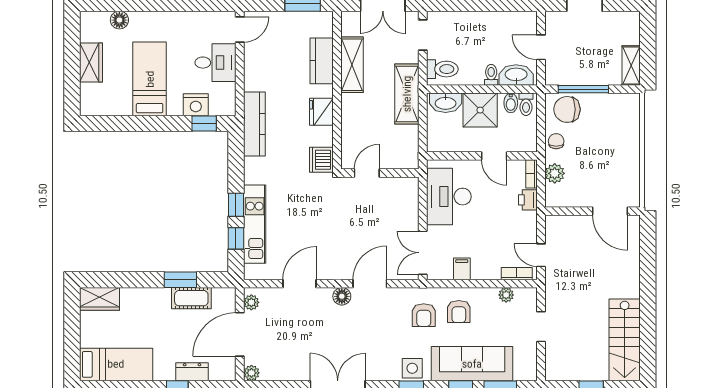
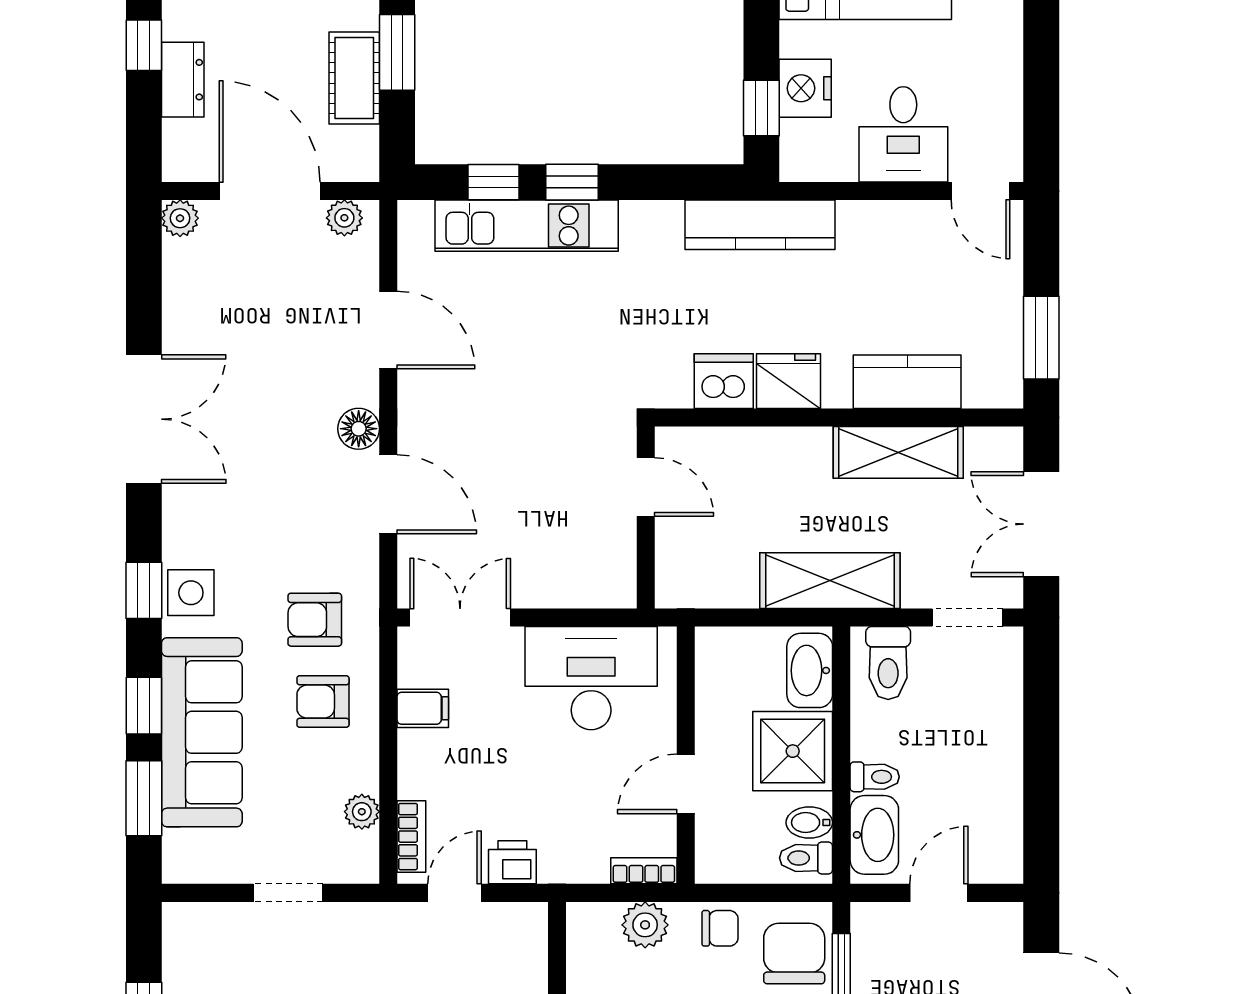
dishwasher: (321, 160) -> (724, 381), moved
printer: (528, 200) -> (512, 862), moved

